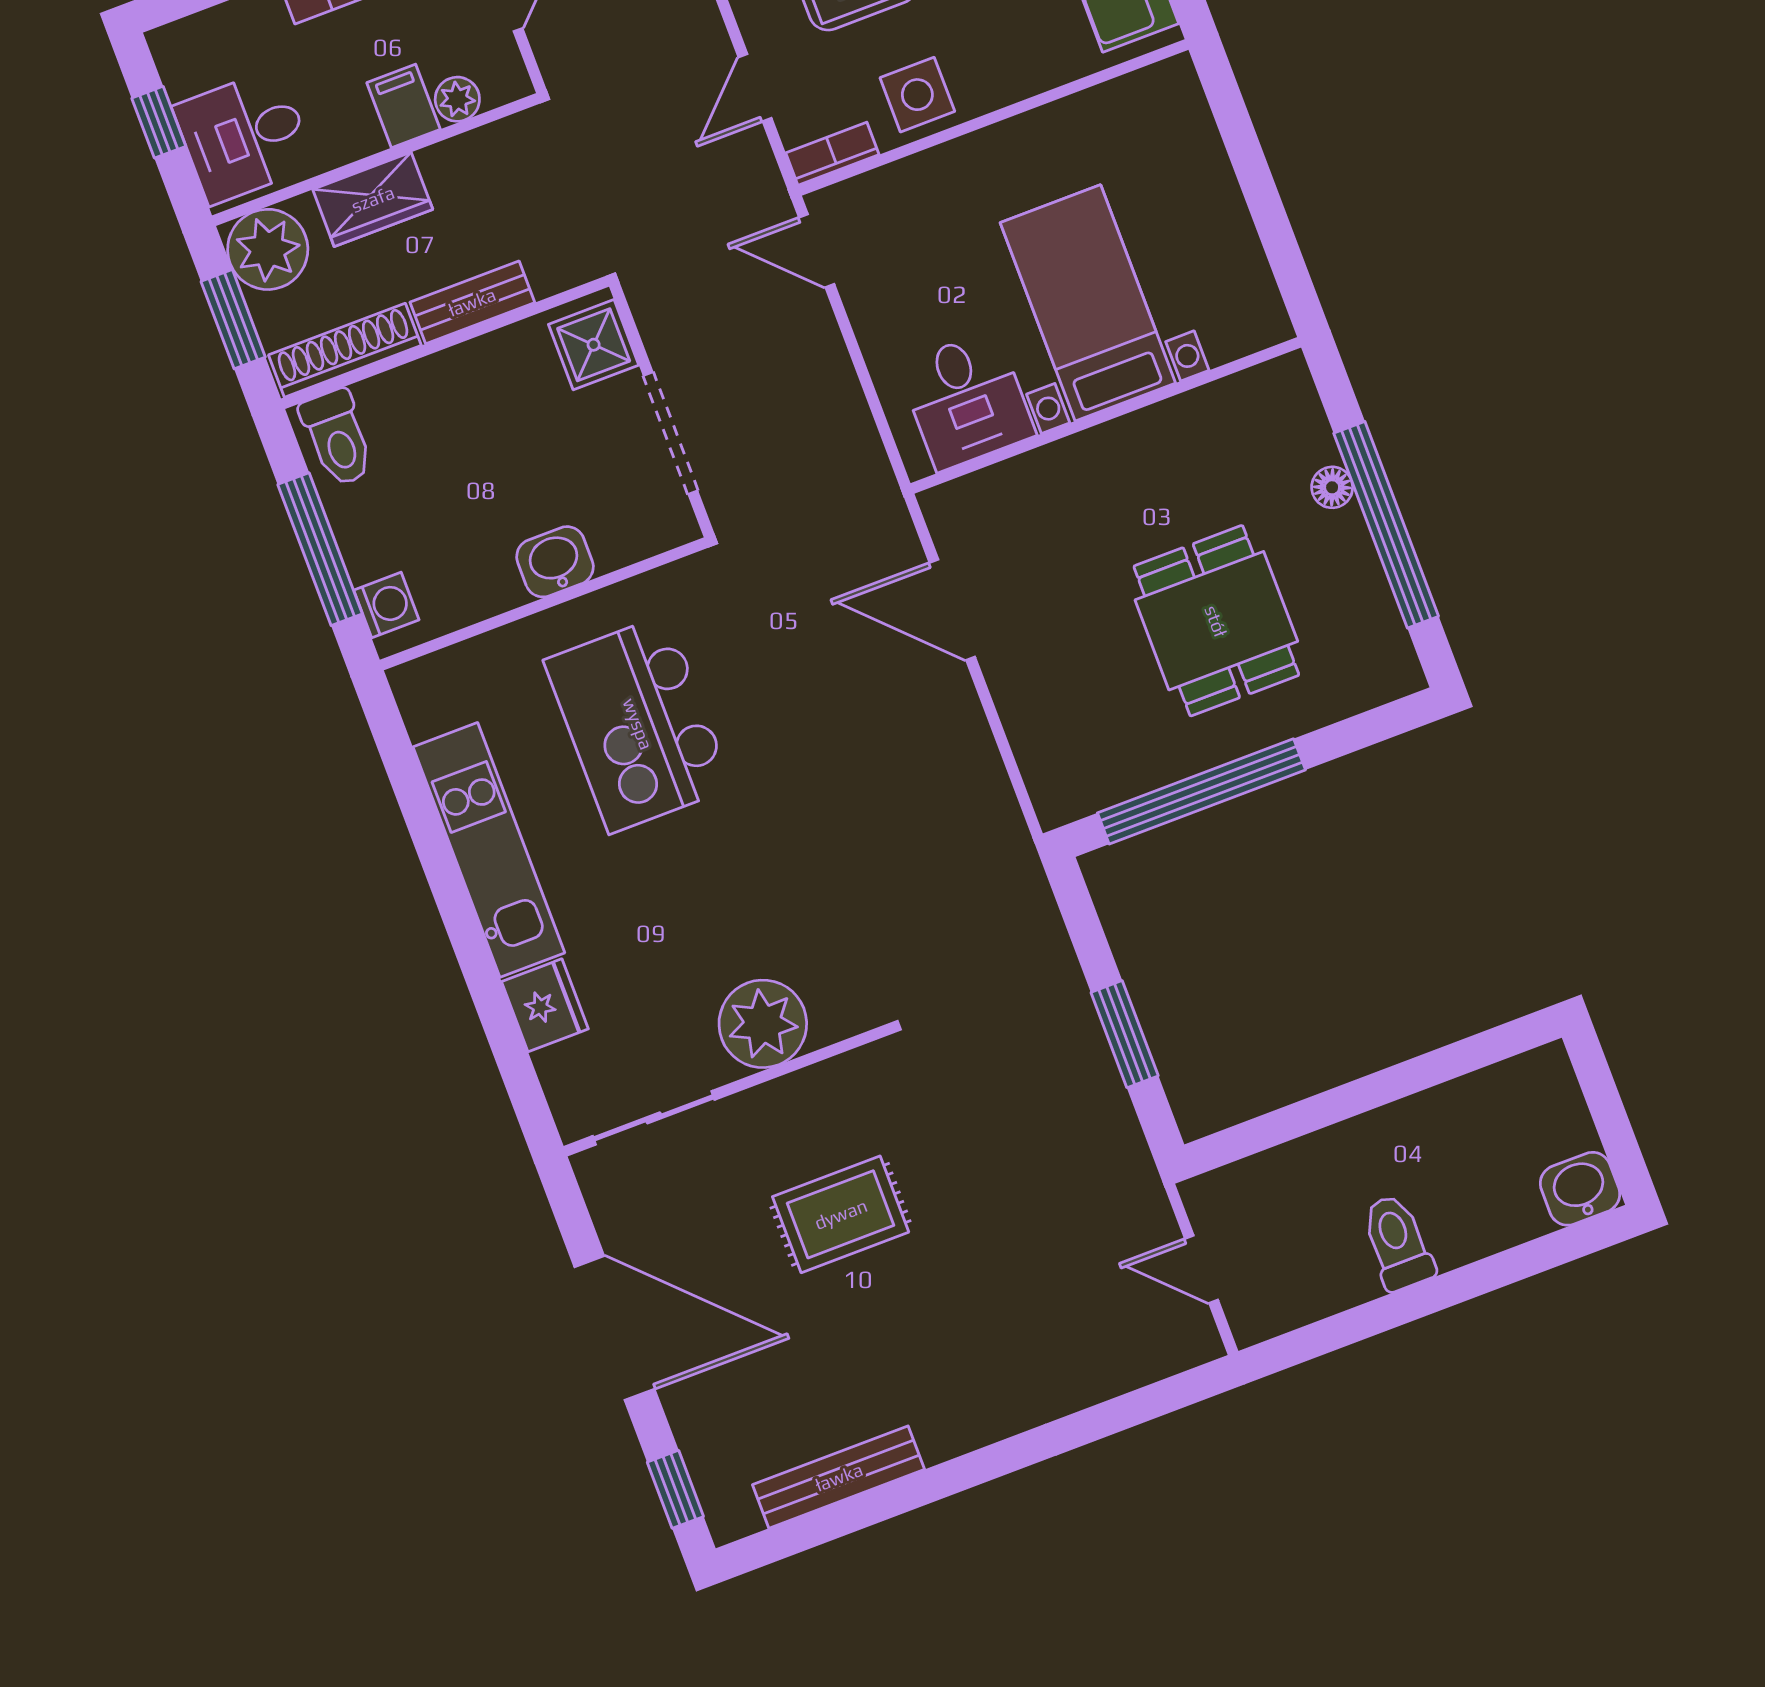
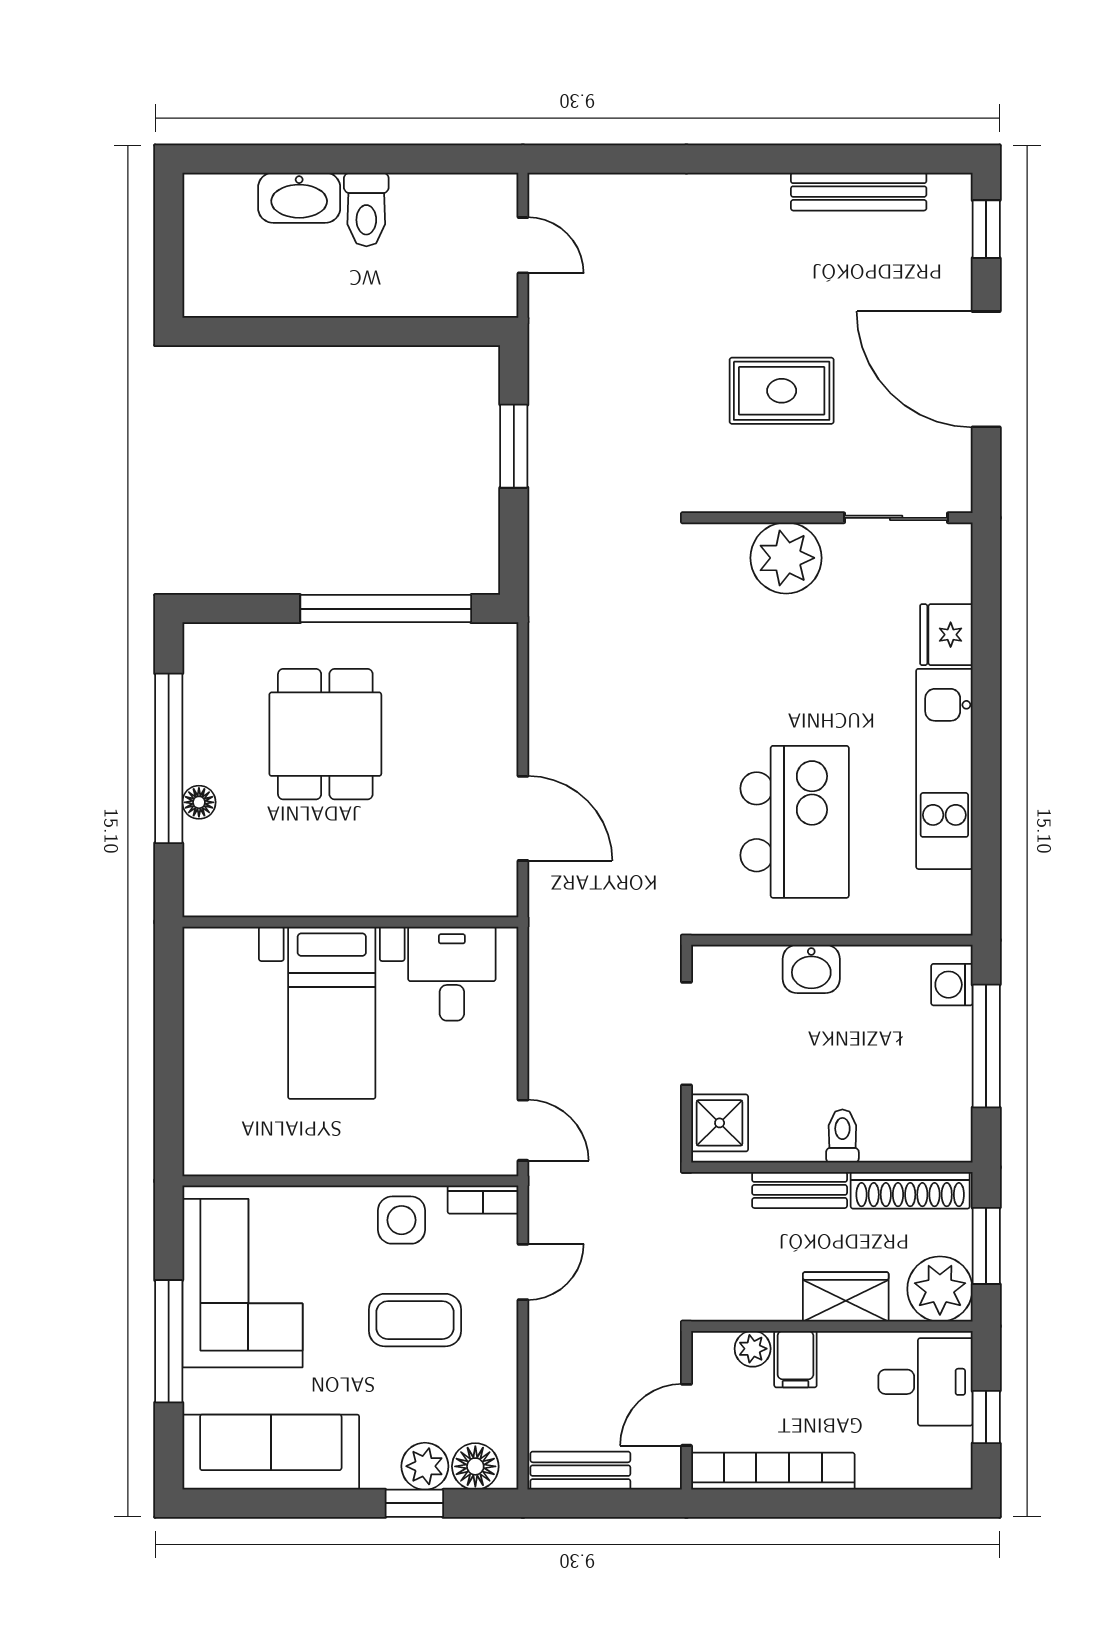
toilet: (337, 438) -> (842, 1136), moved, width x0.73, depth x0.72
washbasin: (1580, 1189) -> (299, 198), moved, width x1.38

